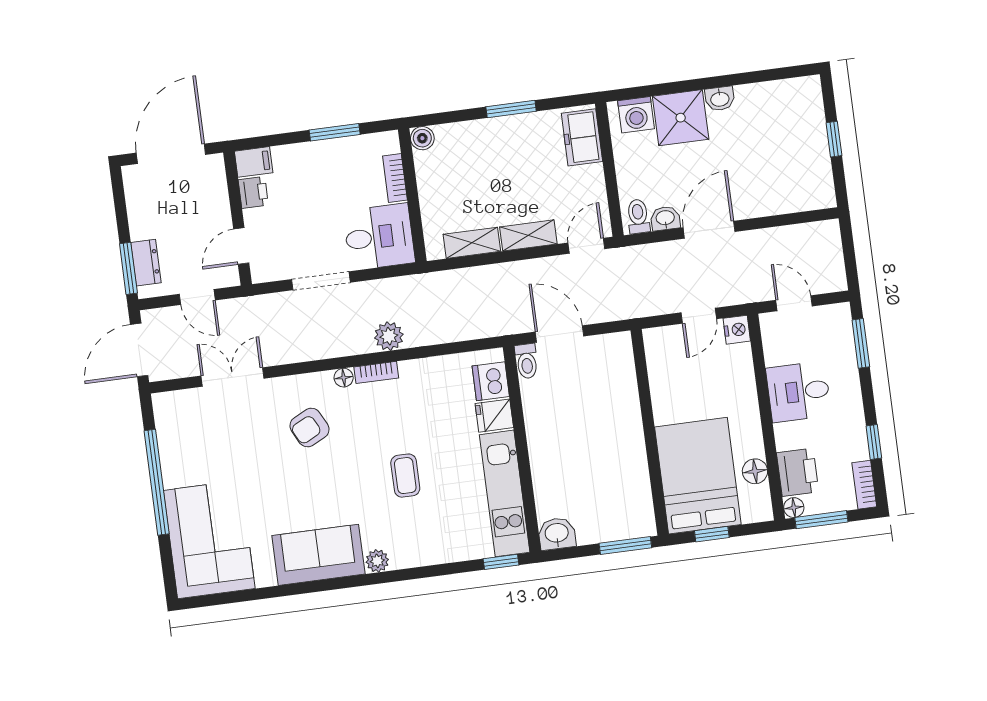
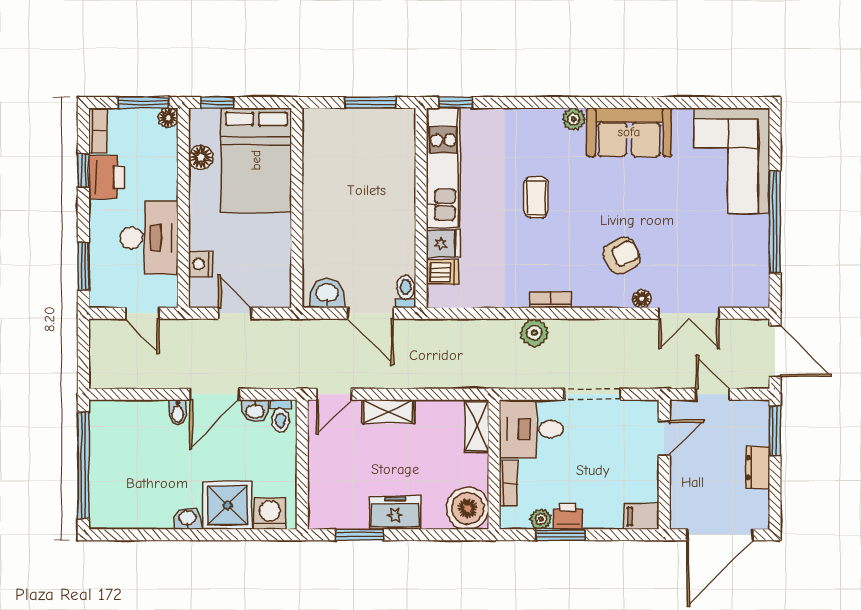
window: (511, 109) -> (359, 535), moved
freezer: (582, 137) -> (395, 513), moved, turned -90
boiler: (422, 138) -> (467, 508), width x1.86, depth x1.86
window: (834, 139) -> (83, 465), width x3.17
plant: (357, 146) -> (541, 519), added
printer: (253, 192) -> (568, 517), moved, turned 90
bidet: (744, 206) -> (178, 412), added
shelving: (472, 243) -> (477, 426), moved, turned 90
dresser: (146, 263) -> (758, 468), moved
door: (699, 316) -> (235, 313), hinge flipped
nightstand: (737, 330) -> (200, 264), moved
door: (139, 350) -> (775, 351), hinge flipped
floor lamp: (344, 378) -> (642, 299), moved
dishwasher: (491, 381) -> (442, 272), width x0.73
desk: (799, 392) -> (149, 238), width x1.37
printer: (798, 472) -> (107, 177), moved, turned 180
washbasin: (557, 534) -> (327, 293), moved, turned 180
window: (712, 534) -> (217, 103), moved
window: (625, 546) -> (370, 103), moved

